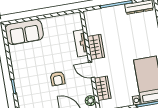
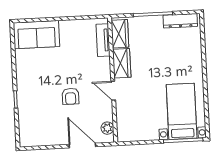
tv unit: (81, 43) -> (103, 40), moved
wardrobe: (103, 88) -> (120, 34), moved

